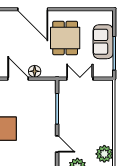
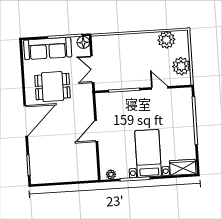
sofa: (103, 42) -> (48, 49), width x1.36
floor lamp: (35, 71) -> (83, 42), moved
door: (57, 144) -> (160, 88), hinge flipped

